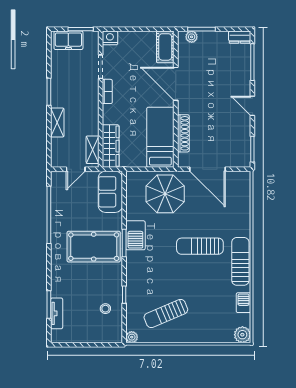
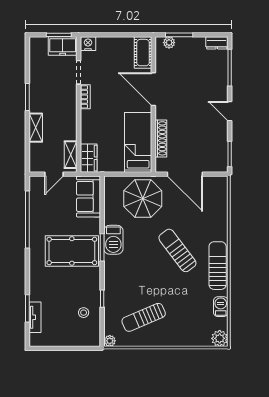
freezer: (68, 40) -> (63, 46), moved
wardrobe: (111, 146) -> (89, 158), width x0.67
sun lounger: (200, 246) -> (177, 250), turned 53

